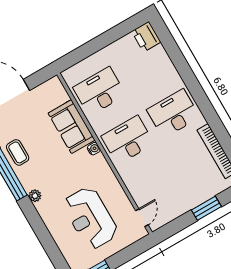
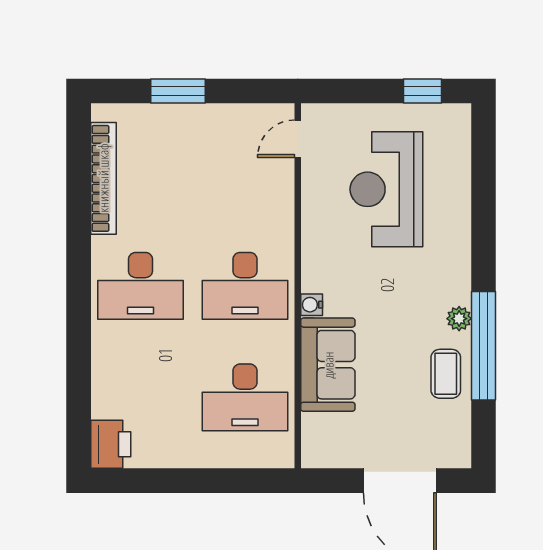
plant: (35, 196) -> (459, 319), moved
reception desk: (90, 218) -> (386, 189), turned 180

